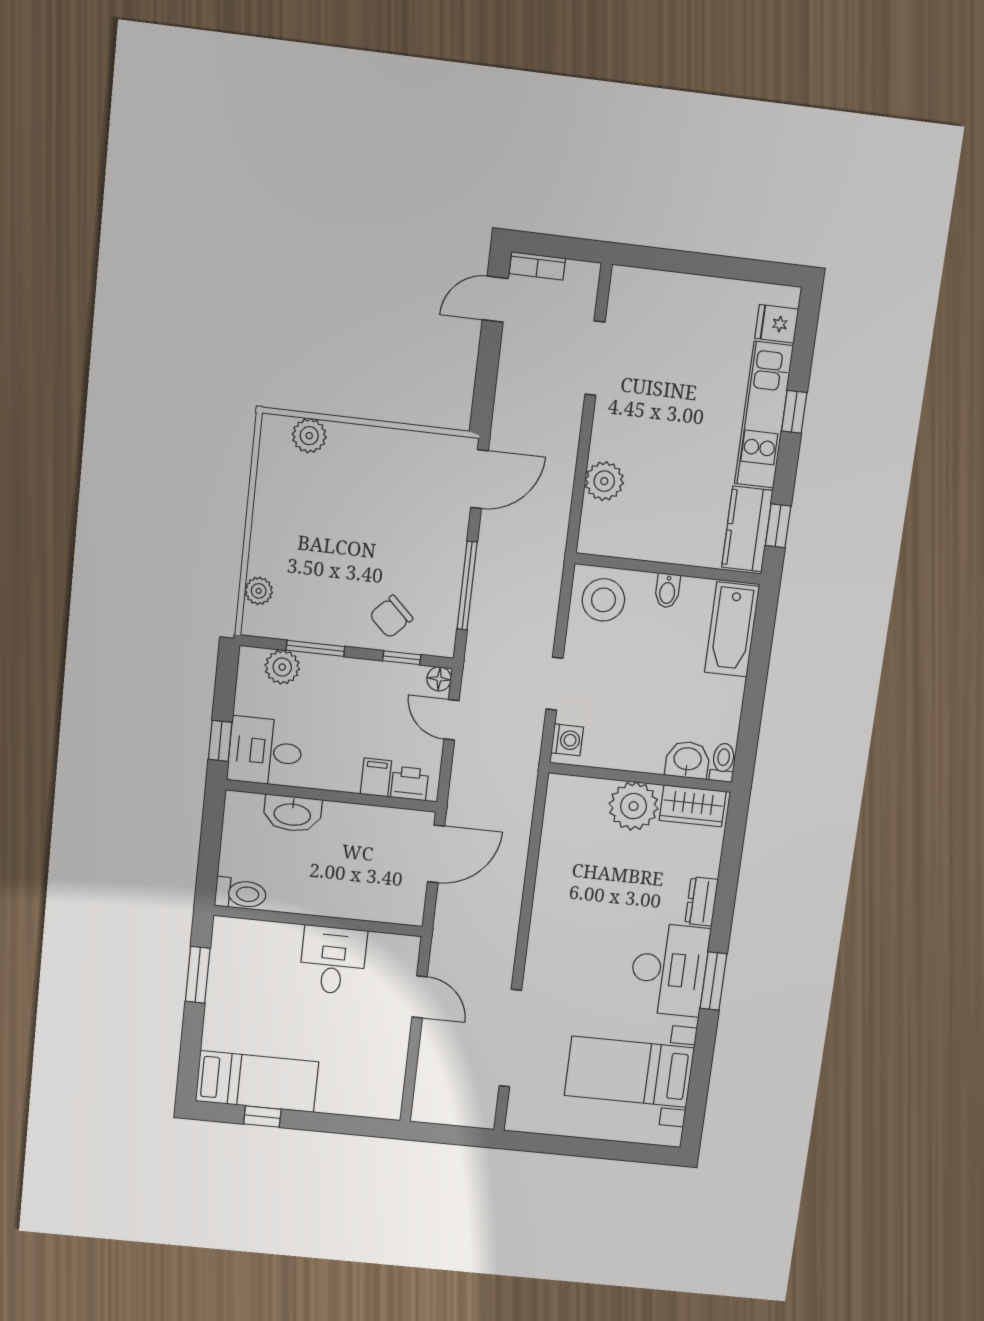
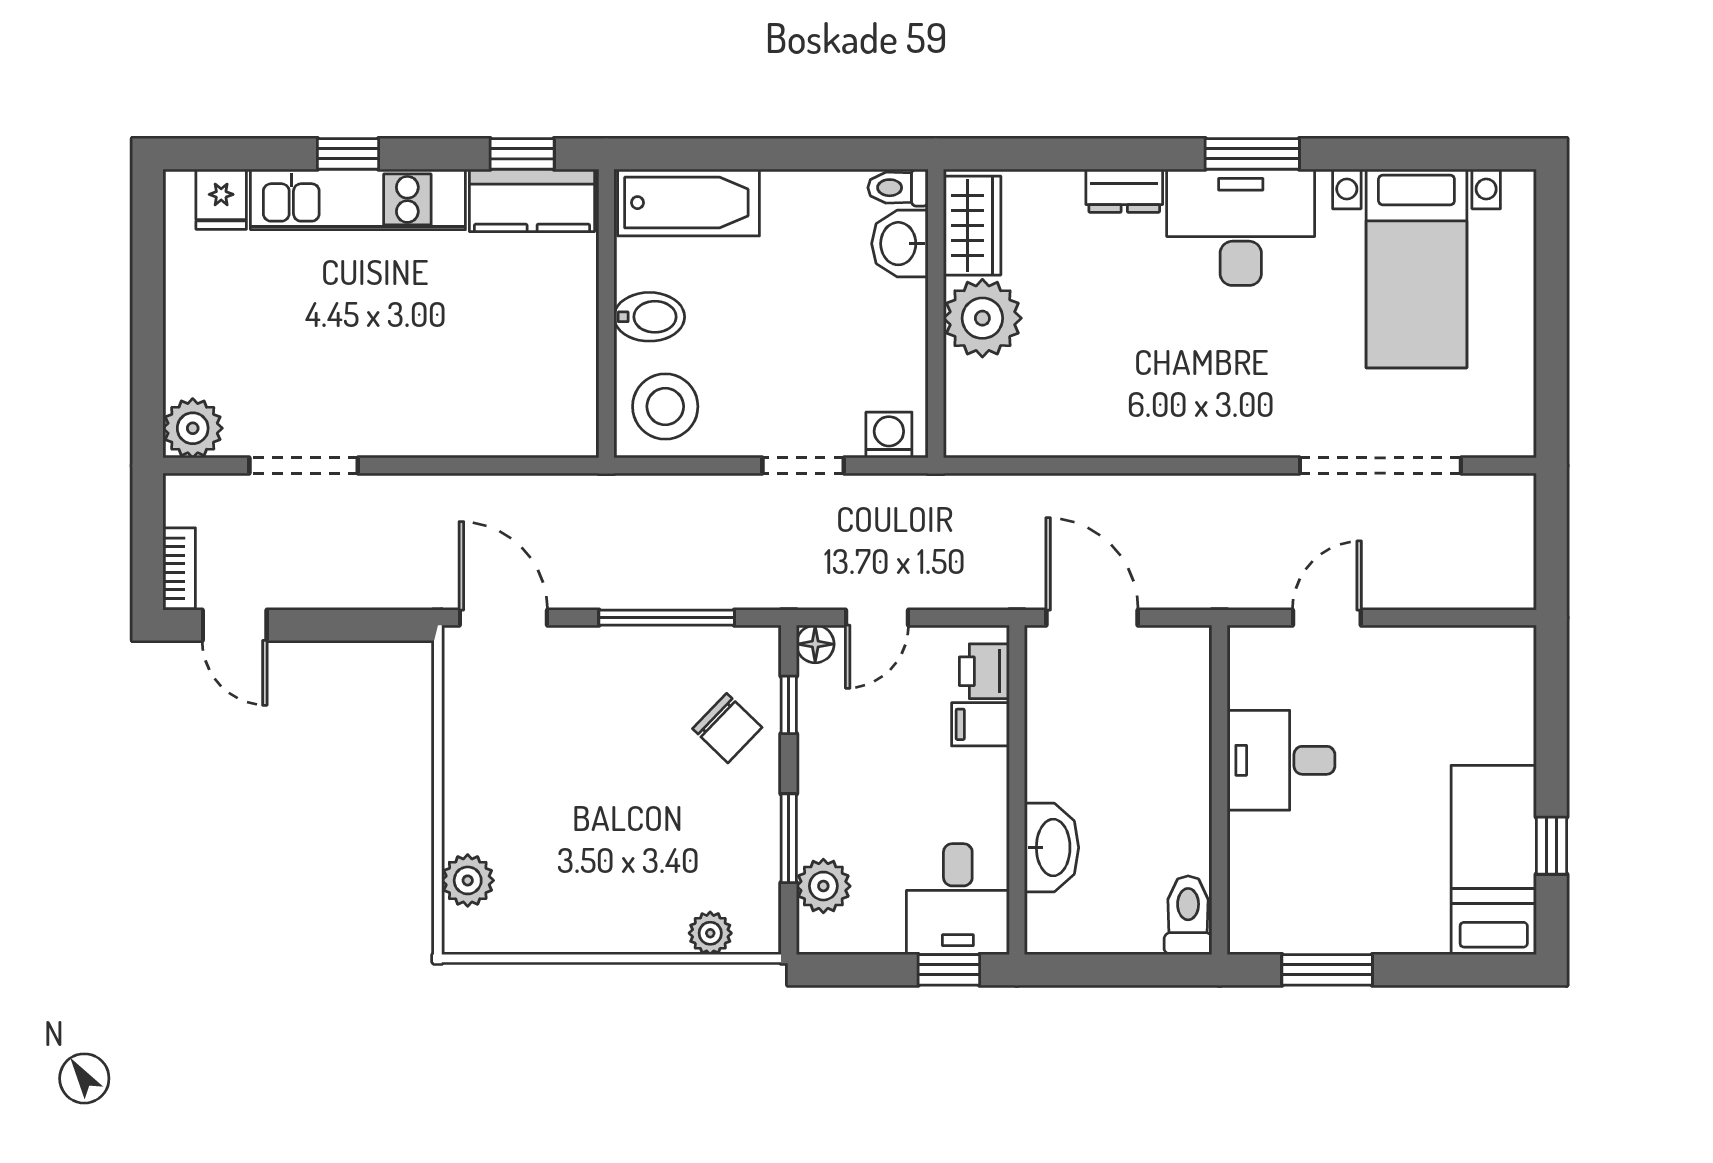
plant: (604, 481) -> (193, 428), moved
bidet: (667, 591) -> (649, 317), width x1.38, depth x1.36

